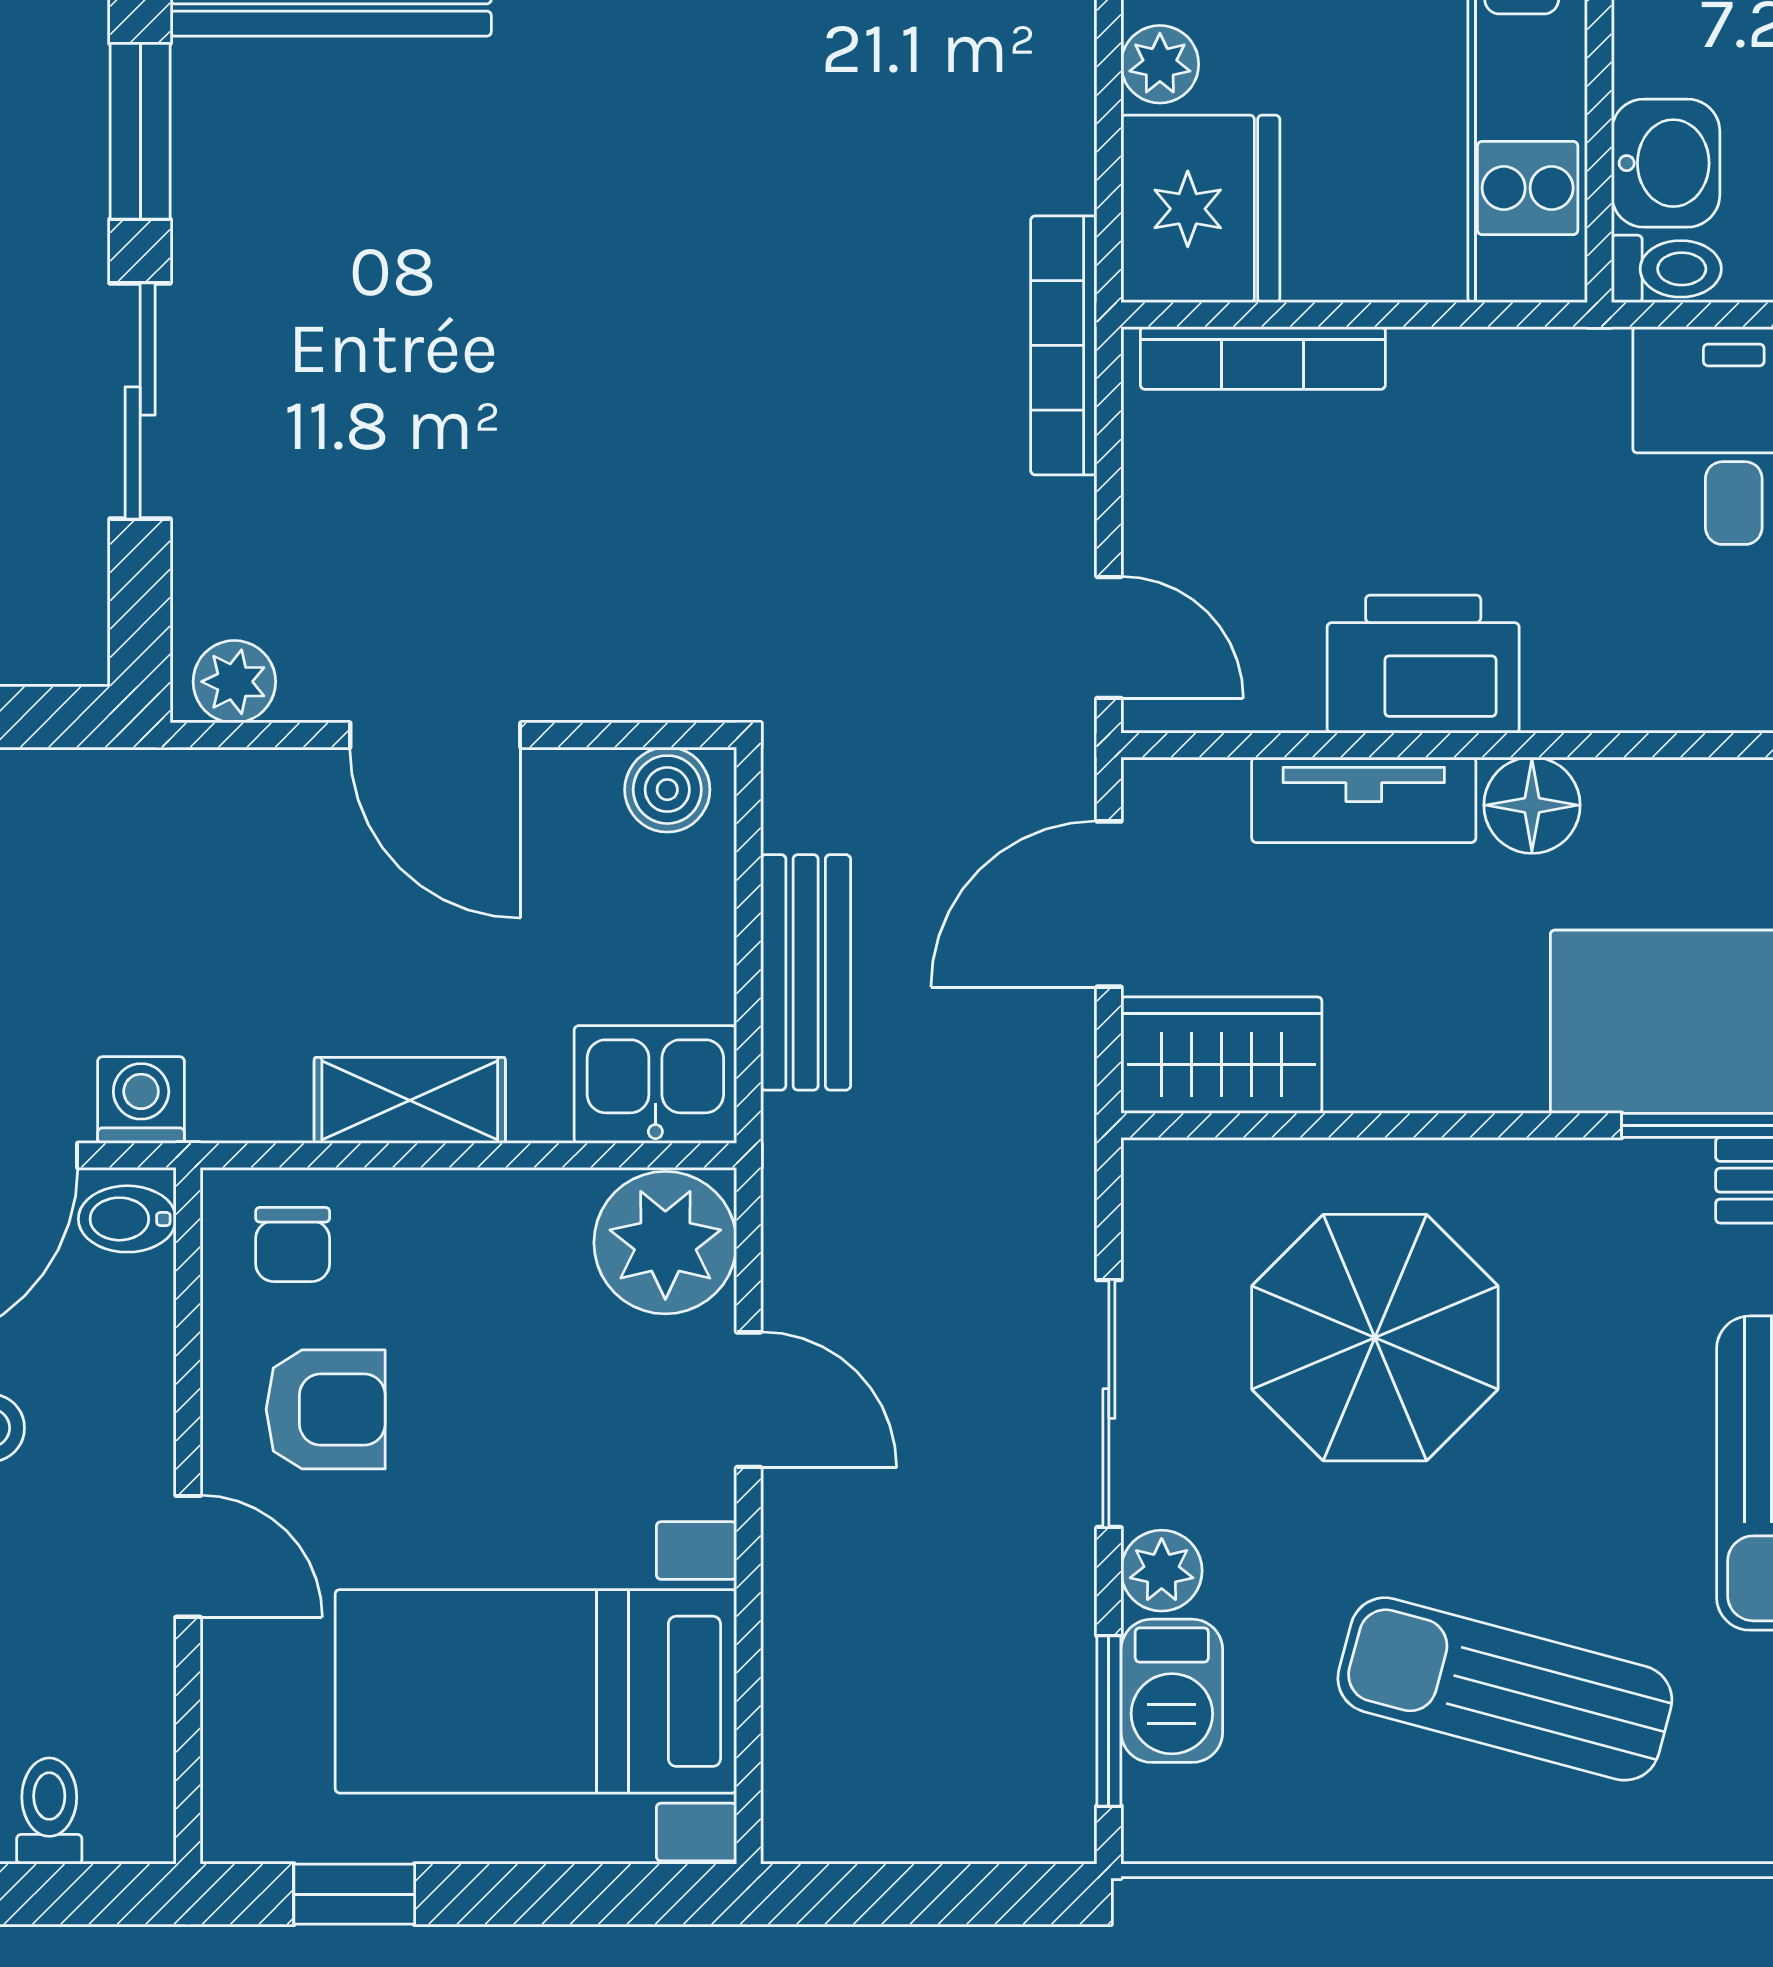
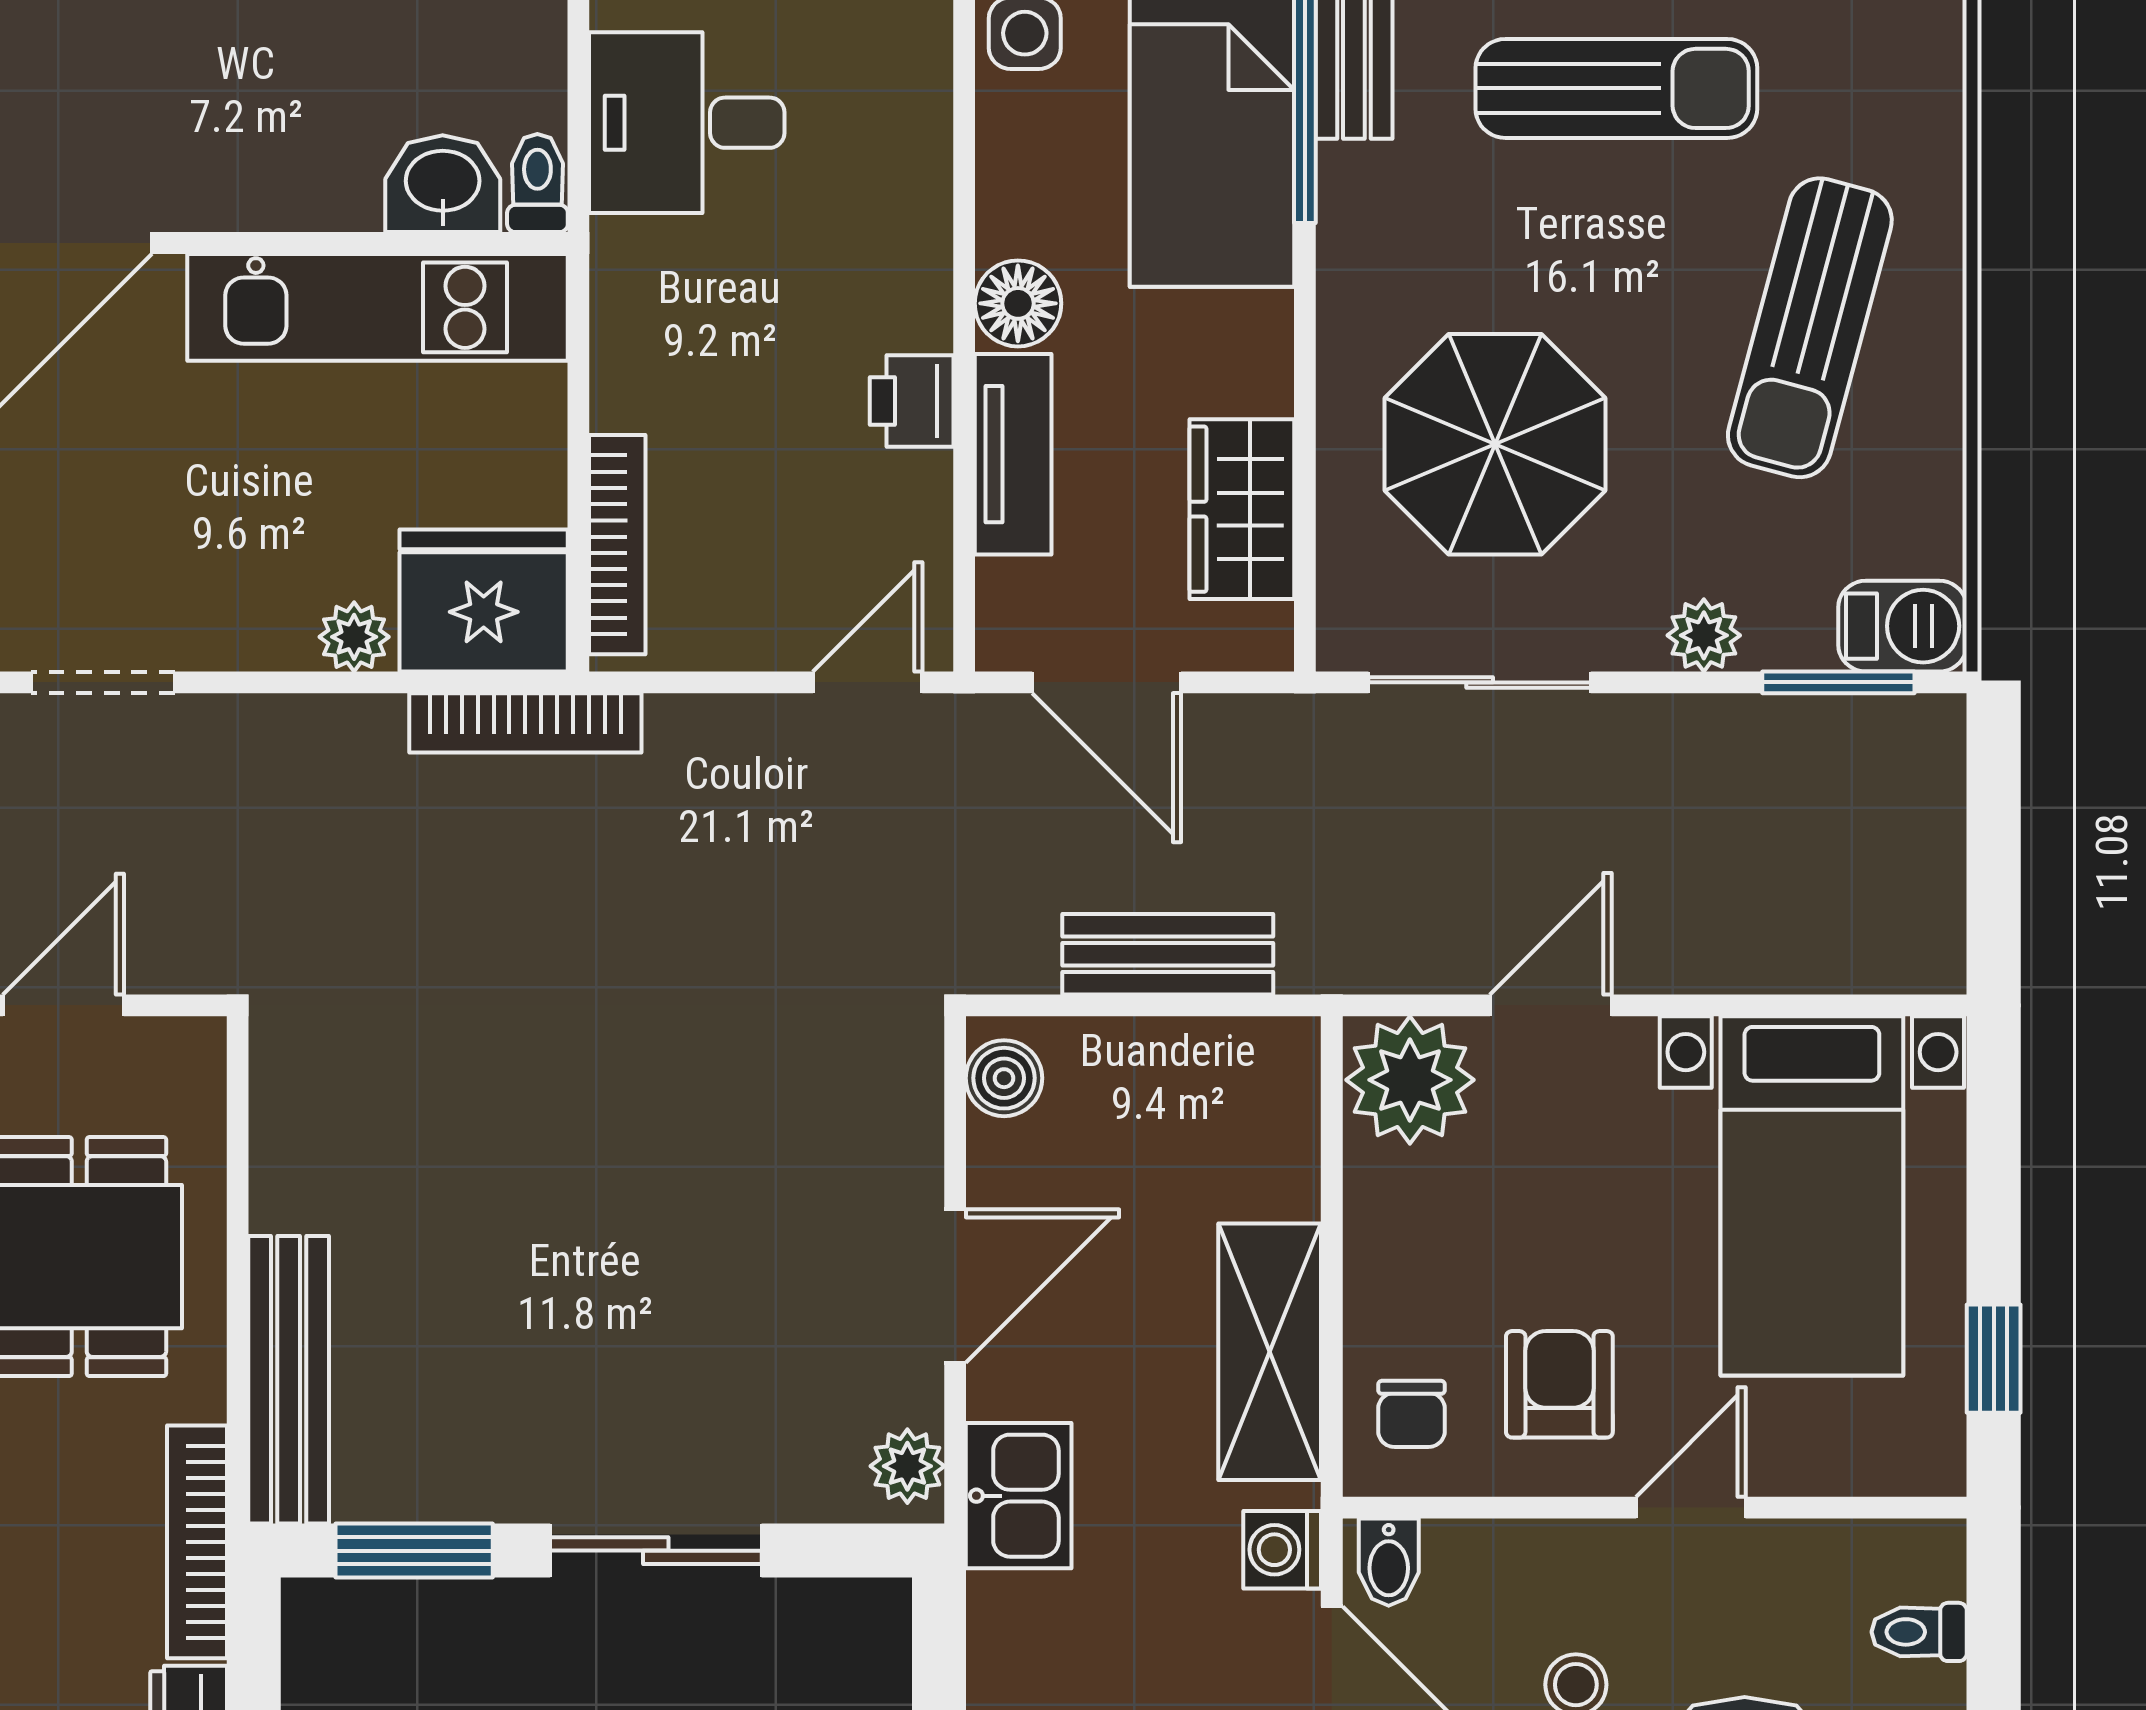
bookcase: (1064, 345) -> (525, 723), moved
printer: (1423, 664) -> (912, 401), width x0.53, depth x0.68
wardrobe: (1221, 1055) -> (1242, 509), moved
kitchen sink: (655, 1085) -> (1019, 1496), moved, turned 180
shelving: (410, 1100) -> (1270, 1352), width x1.50, depth x1.33
chair: (293, 1244) -> (1412, 1414), turned 90
sliding door: (1109, 1404) -> (1480, 682), moved
barbecue: (1172, 1691) -> (1903, 626), moved

